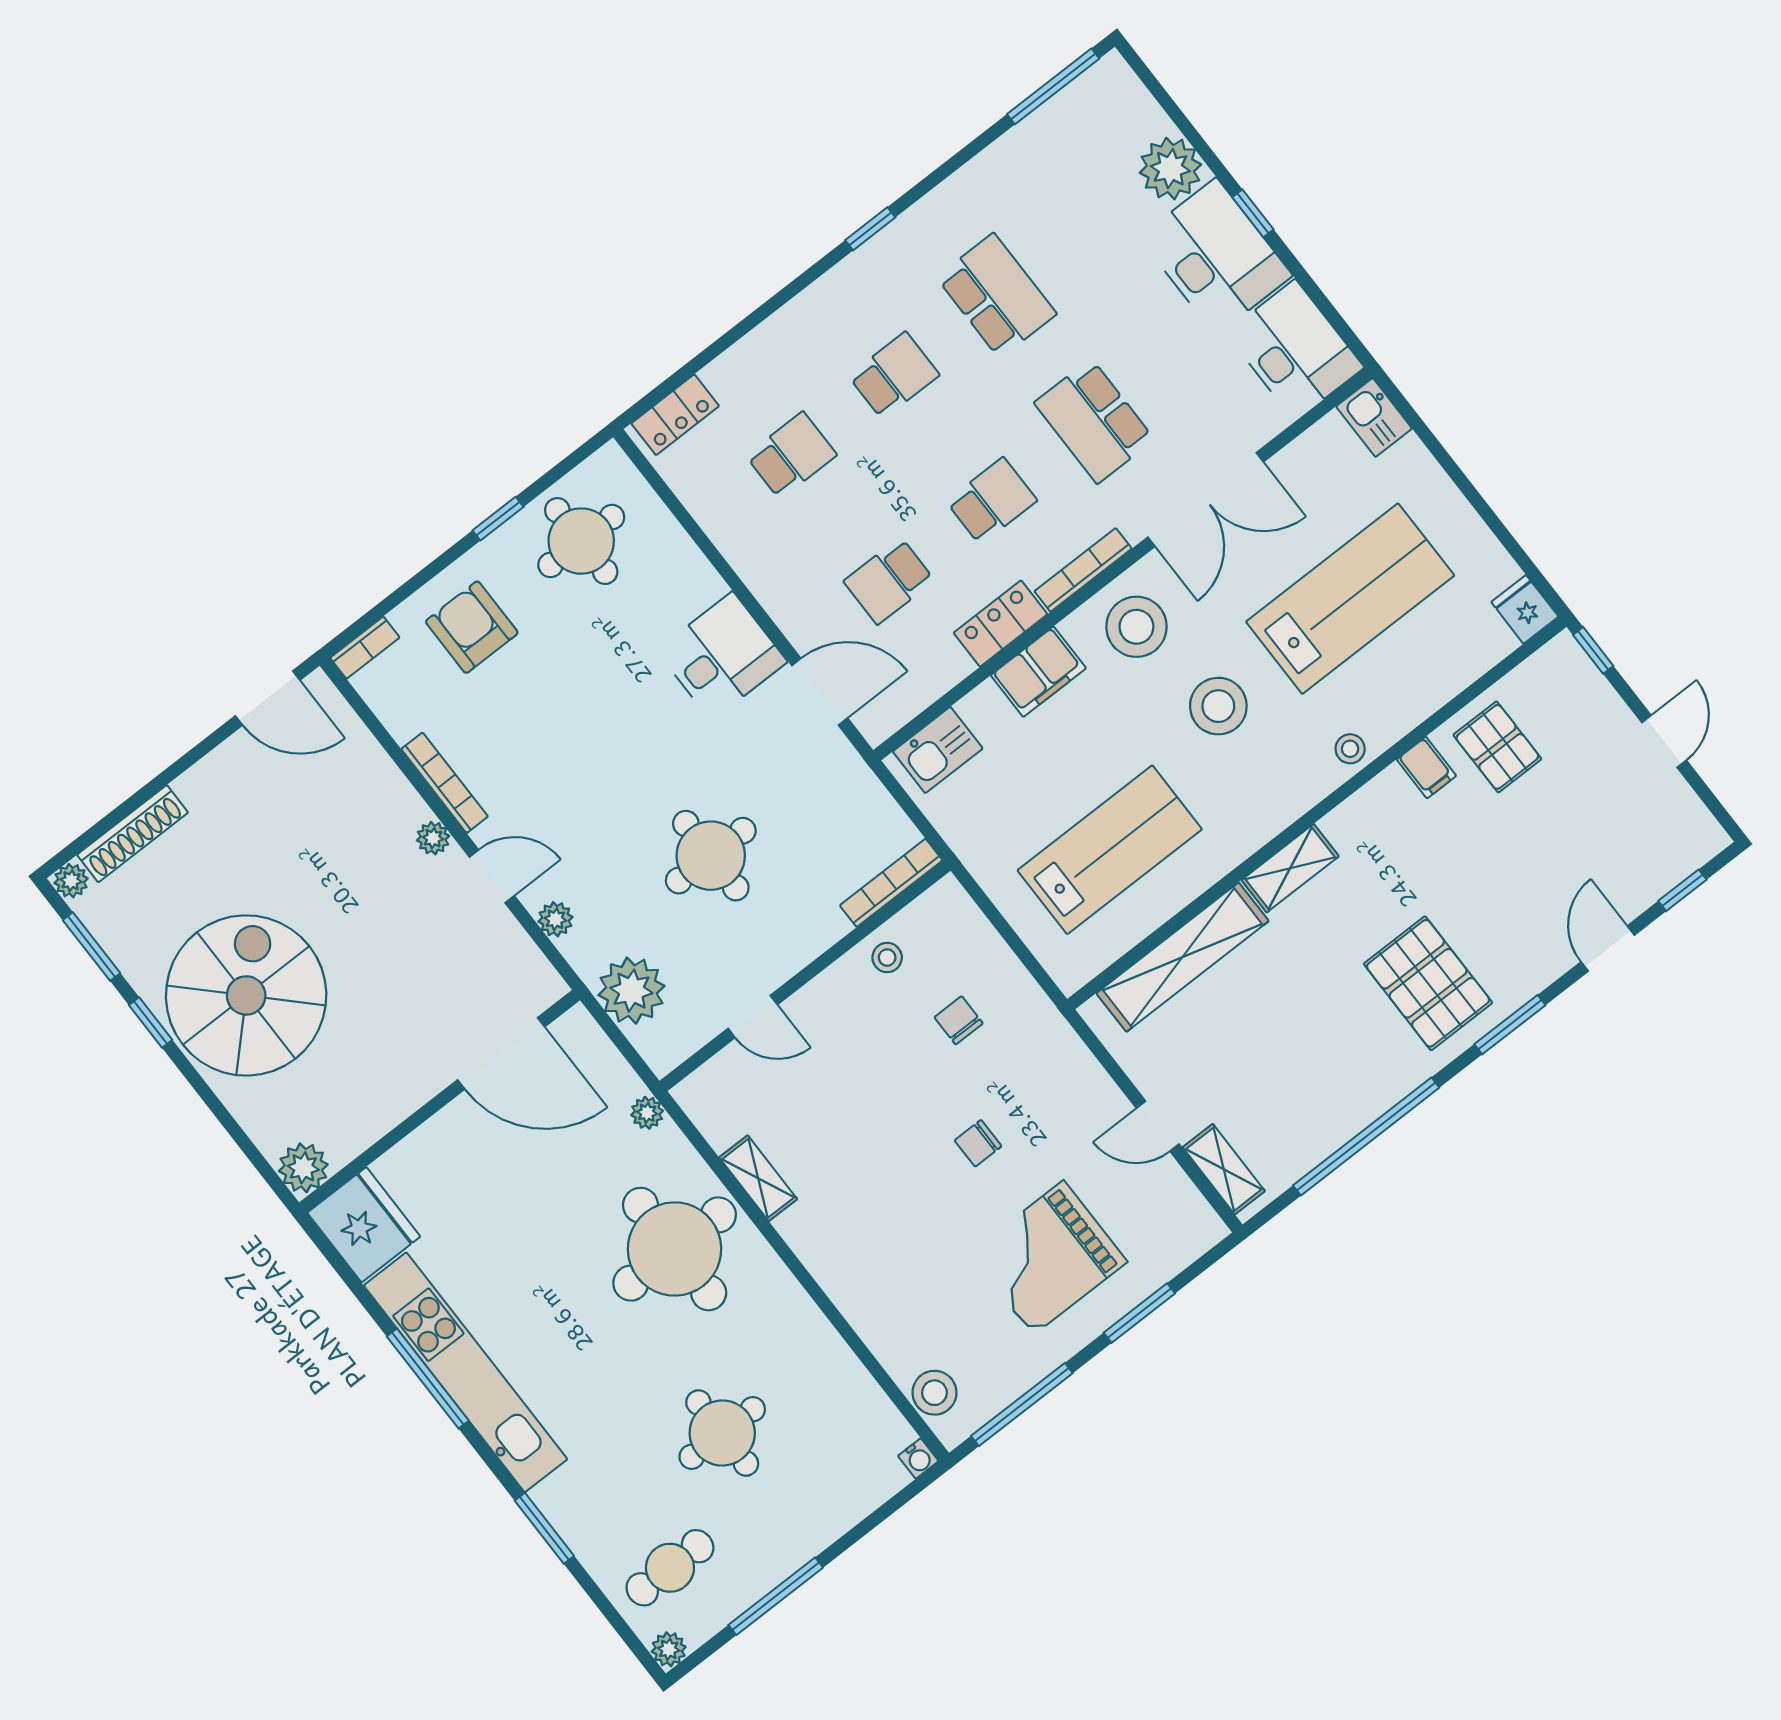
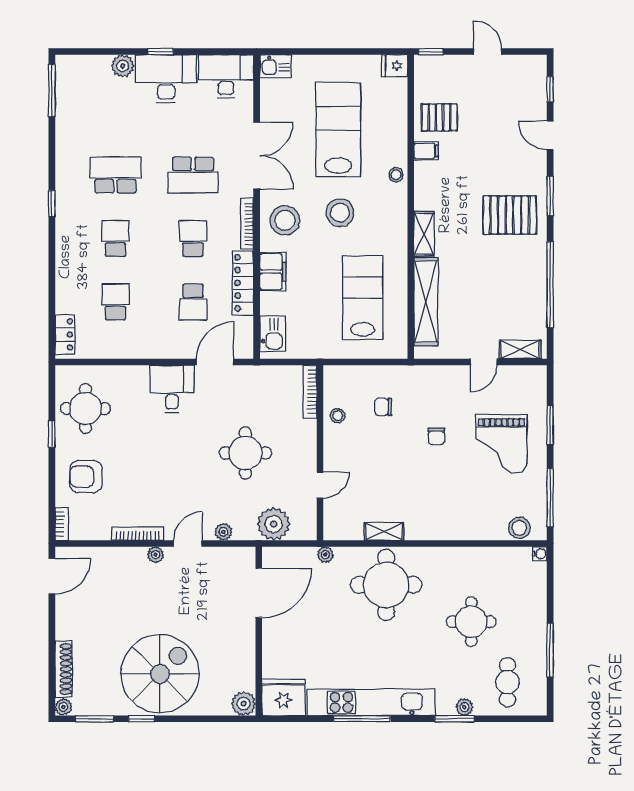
plant: (1170, 169) -> (123, 66), width x0.73, depth x0.73
locker: (1001, 623) -> (243, 283), width x1.53
spiral stairs: (246, 995) -> (160, 674), turned 90
plant: (669, 1649) -> (464, 707), moved

